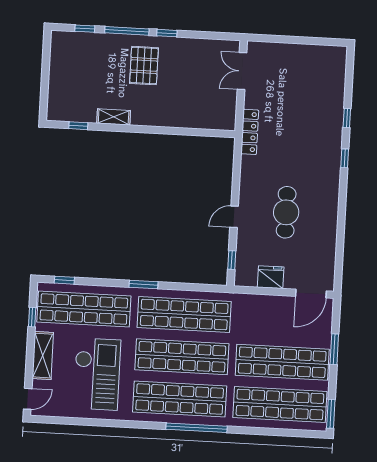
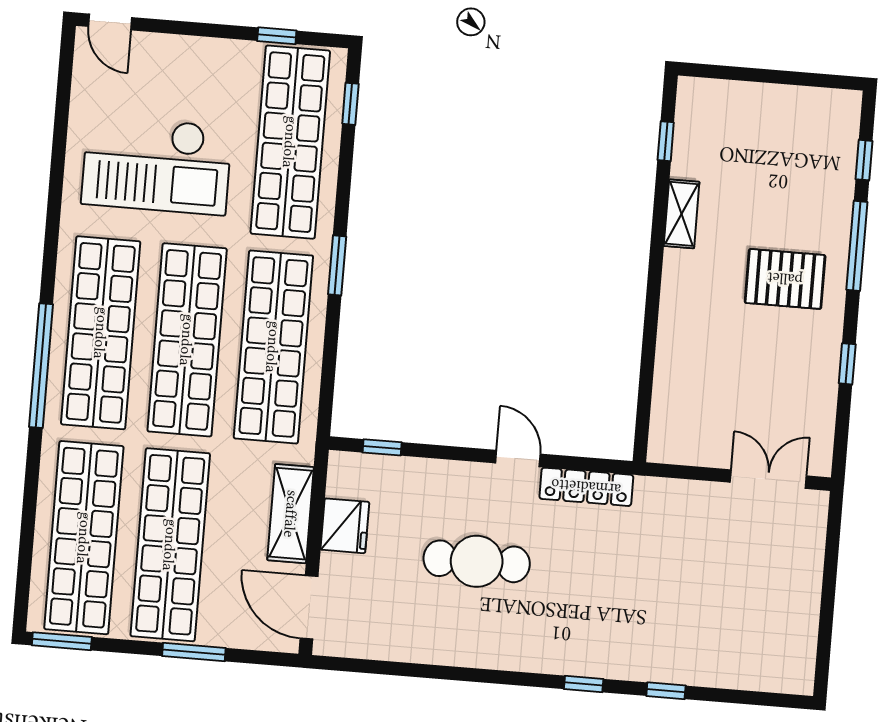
window: (167, 33) -> (847, 364), moved
locker: (250, 132) -> (586, 487), moved
door: (234, 217) -> (518, 459), moved
shelving: (43, 356) -> (291, 514), moved, turned 90

